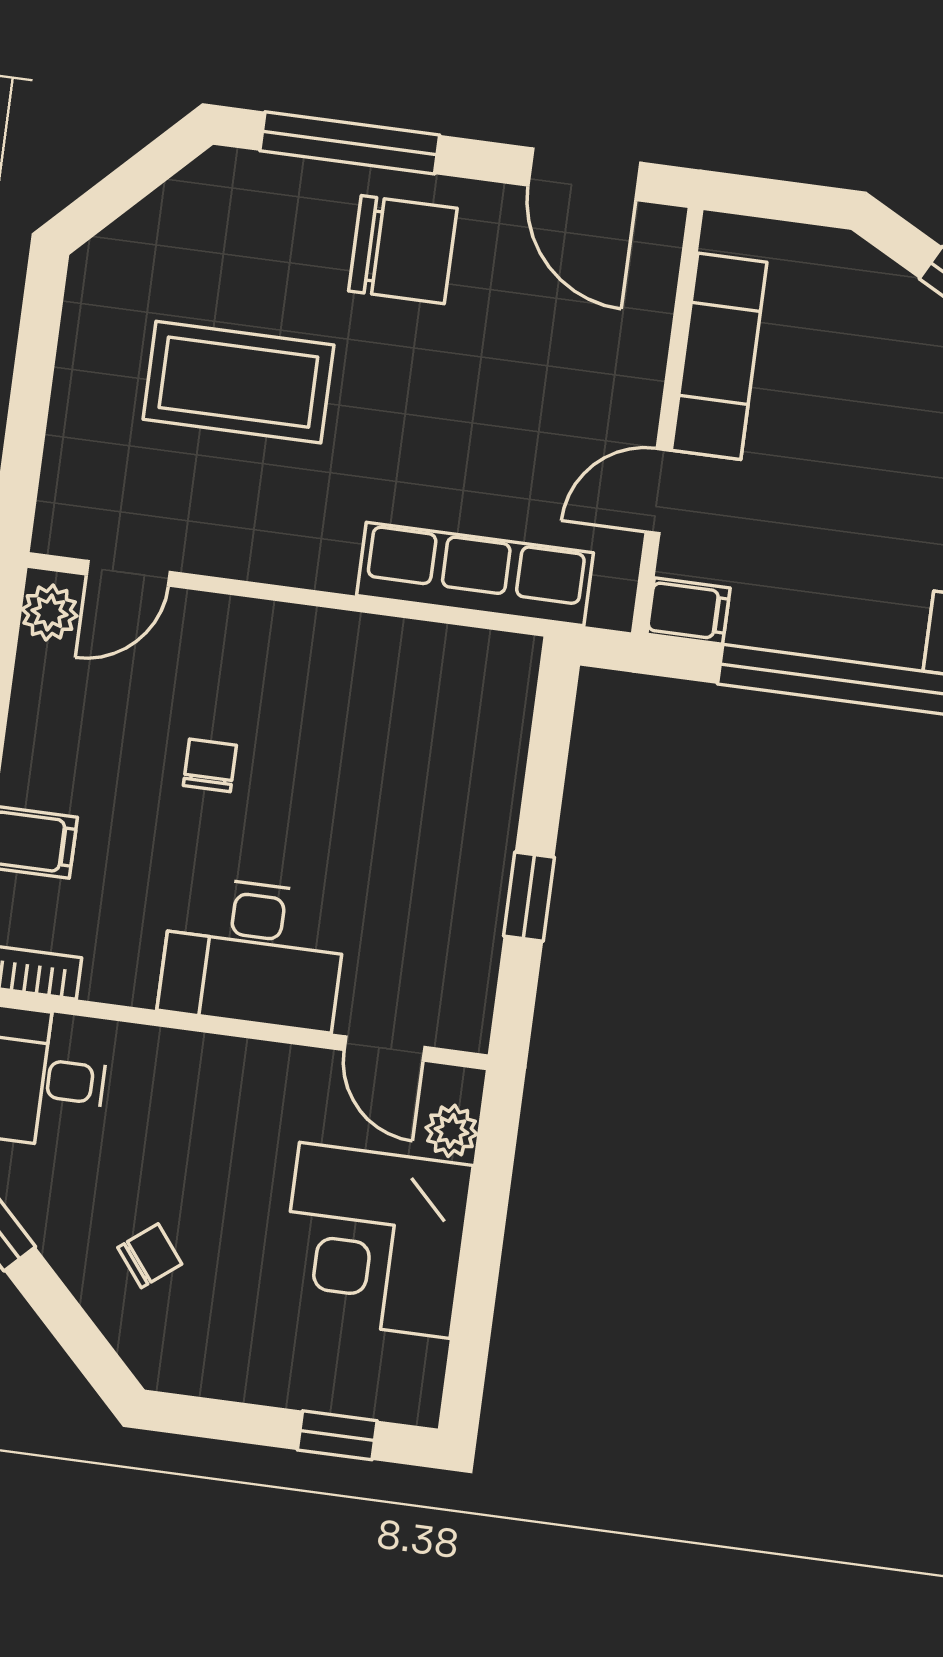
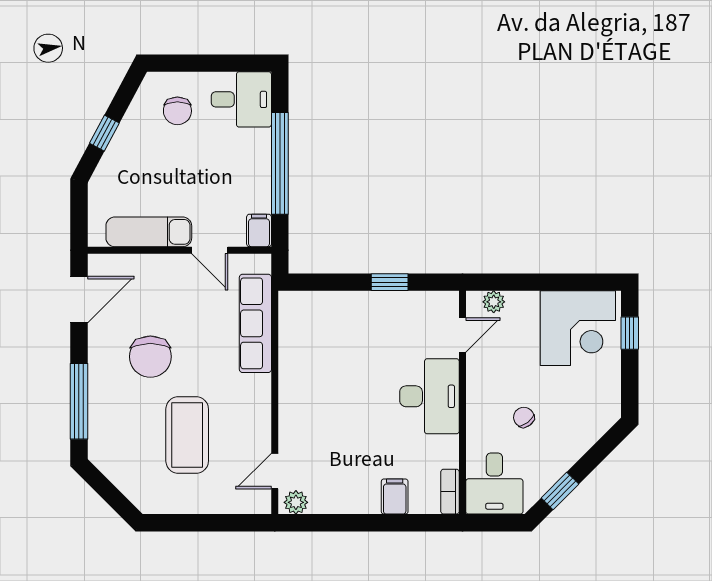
chair: (403, 250) -> (150, 357), moved, turned 180
door: (128, 573) -> (275, 471), swing flipped
chair: (210, 765) -> (352, 425), removed
corner desk: (375, 1240) -> (578, 328), moved
chair: (150, 1256) -> (524, 417), moved

